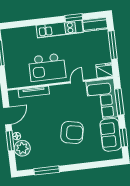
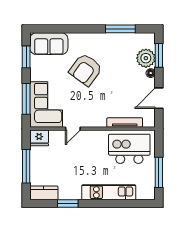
kitchen unit: (60, 29) -> (109, 192), moved
kitchen island: (47, 67) -> (129, 149), moved
armchair: (72, 133) -> (86, 70), turned -65
sofa: (111, 135) -> (49, 44), moved, turned 90
window: (10, 141) -> (159, 55), moved

